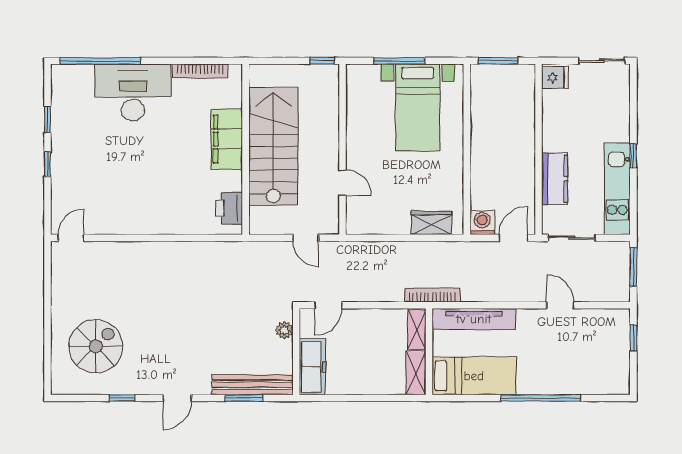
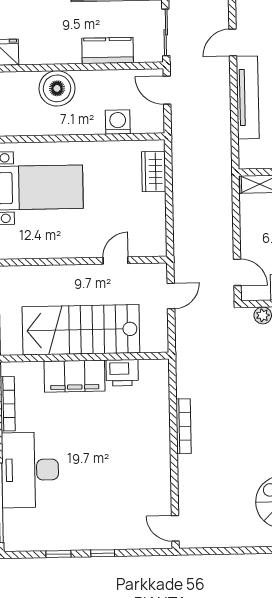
boiler: (517, 127) -> (57, 88), added
printer: (229, 208) -> (122, 373), moved
washing machine: (482, 223) -> (118, 122), moved, turned 90
bookcase: (432, 295) -> (184, 426), moved, turned 180
tv unit: (474, 319) -> (248, 97), moved

